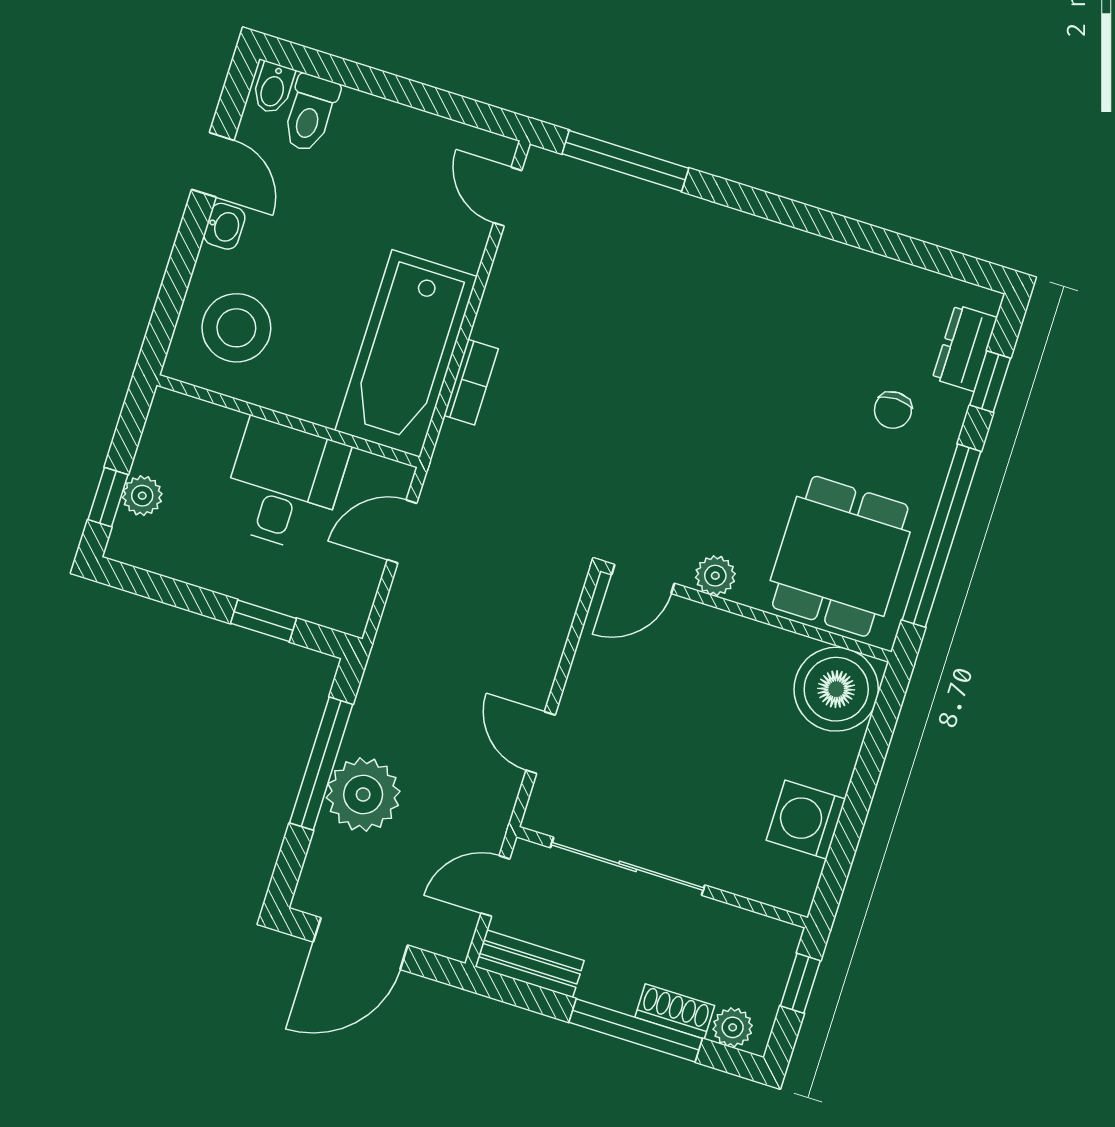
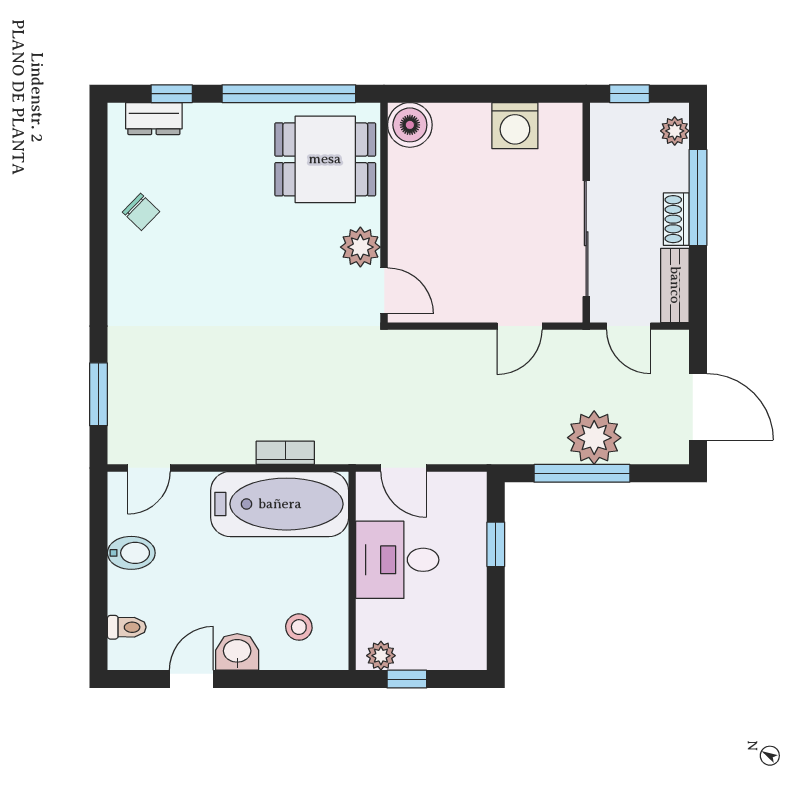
bidet: (273, 88) -> (131, 553), moved, width x1.38, depth x1.36
toilet: (310, 113) -> (127, 627), width x0.73, depth x0.72
window: (625, 161) -> (98, 394), width x0.69
washbasin: (224, 226) -> (237, 652), width x1.38, depth x1.45
stool: (236, 328) -> (299, 627), width x0.53, depth x0.53
chair: (893, 410) -> (141, 212), moved, turned 44
plant: (142, 496) -> (381, 656), moved
window: (108, 497) -> (407, 679), moved
plant: (715, 576) -> (360, 247), width x1.38, depth x1.38
boiler: (836, 689) -> (410, 125), width x0.73, depth x0.73
shoe rack: (675, 1011) -> (676, 219), moved

